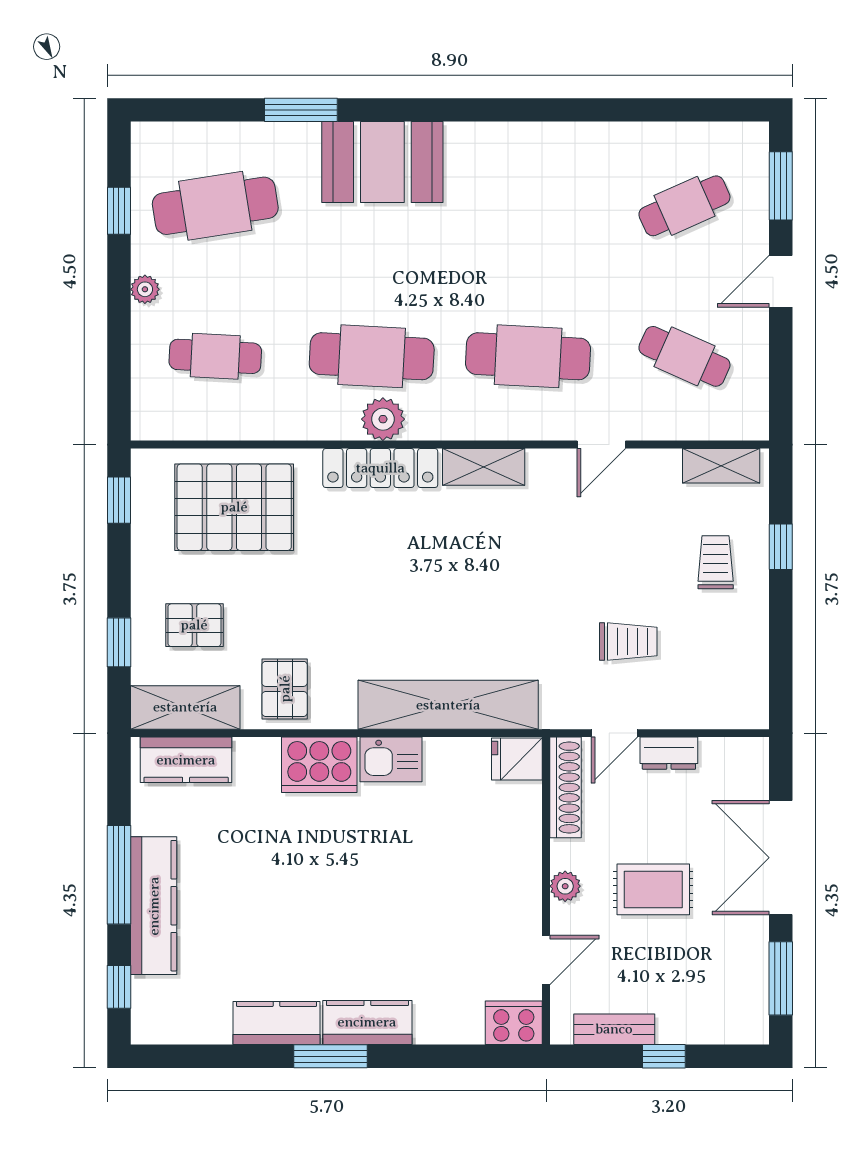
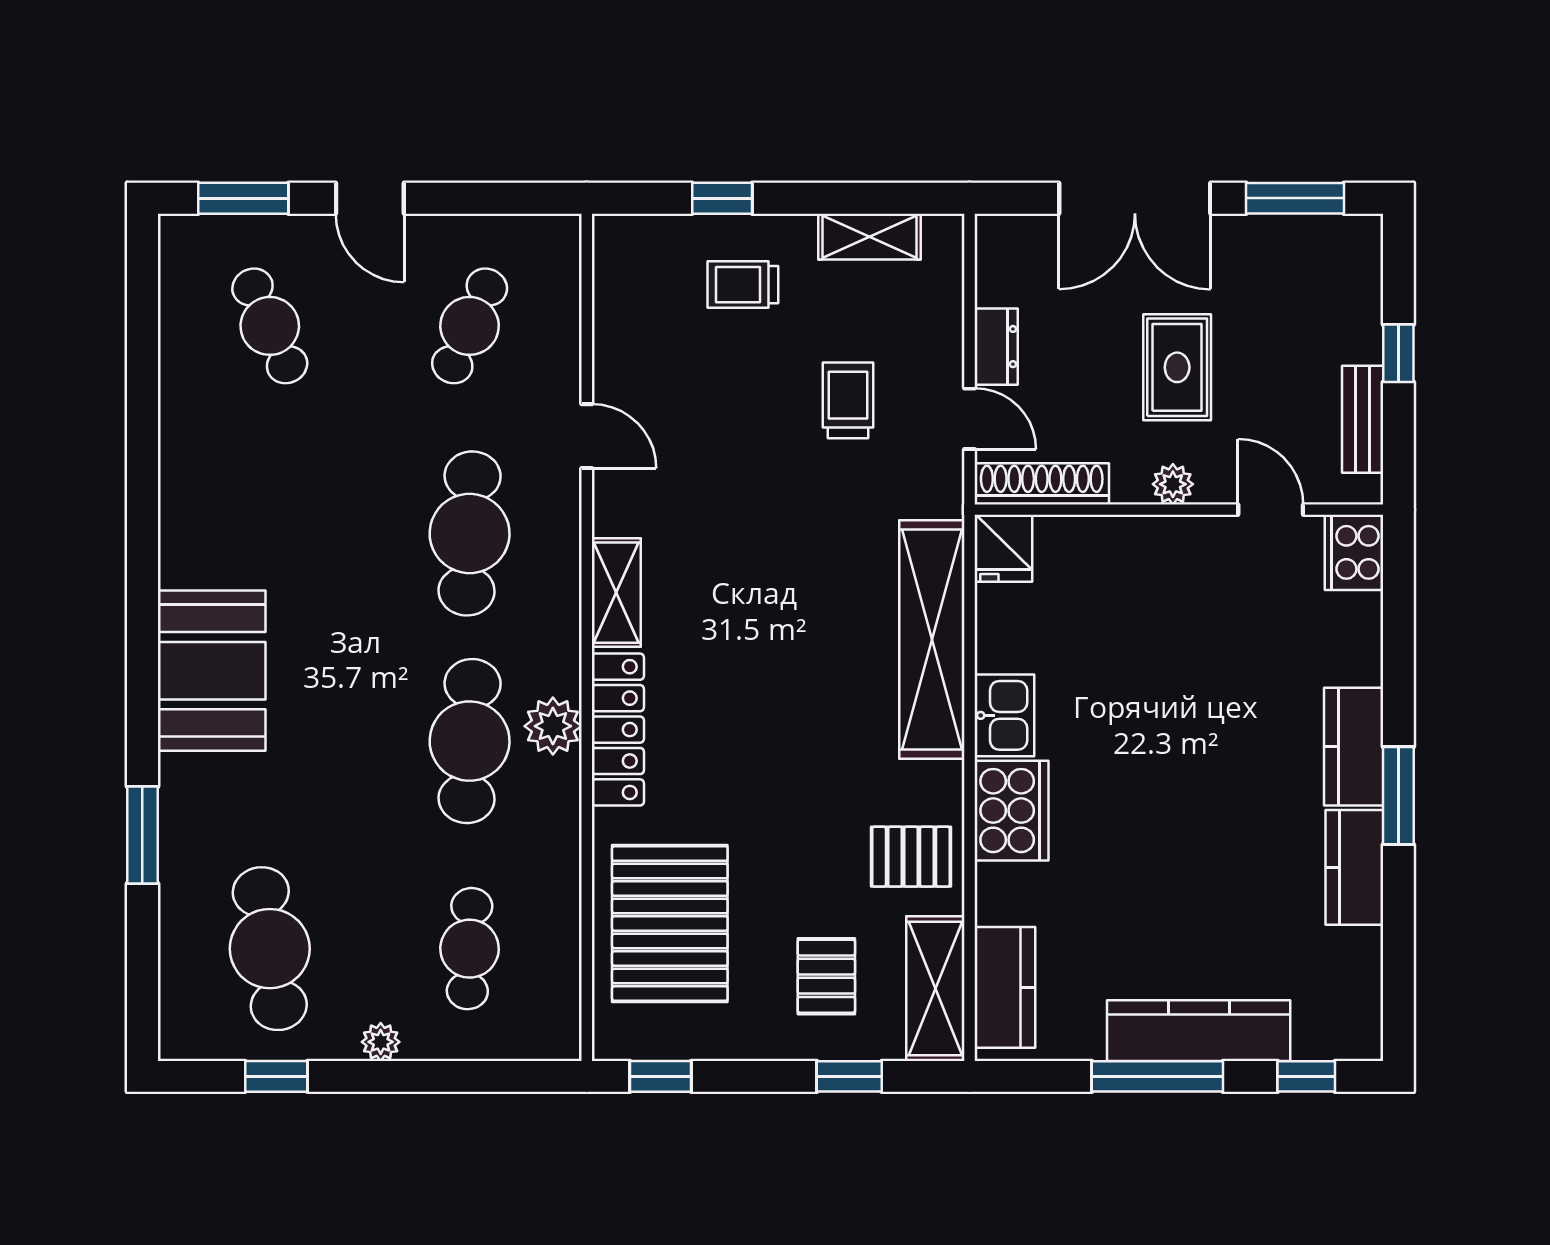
booth: (382, 162) -> (212, 671), moved
shelving: (721, 466) -> (870, 237), moved, turned 90

